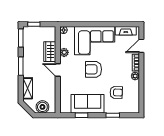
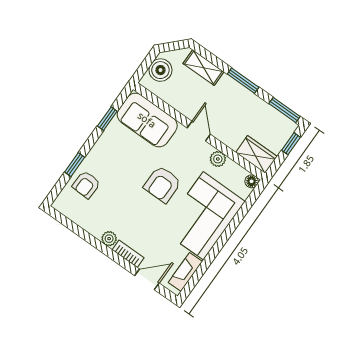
door: (141, 46) -> (147, 279), hinge flipped
wardrobe: (50, 52) -> (256, 154), moved
armchair: (93, 69) -> (162, 184), turned 180
door: (58, 70) -> (199, 131), hinge flipped
armchair: (116, 92) -> (86, 185), moved
sofa: (88, 104) -> (147, 120), moved, turned 90

